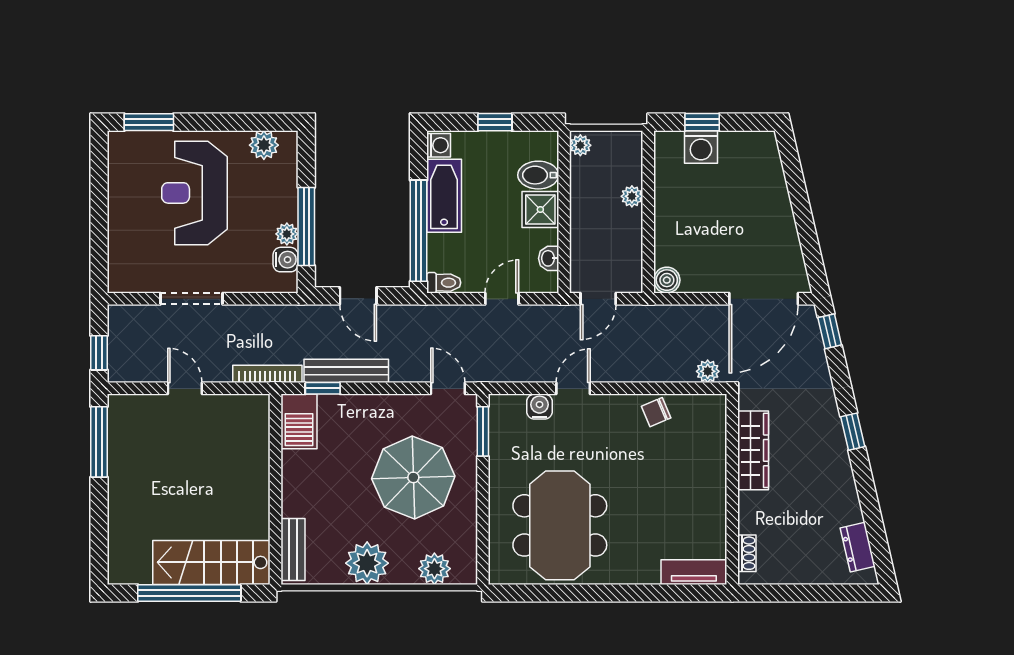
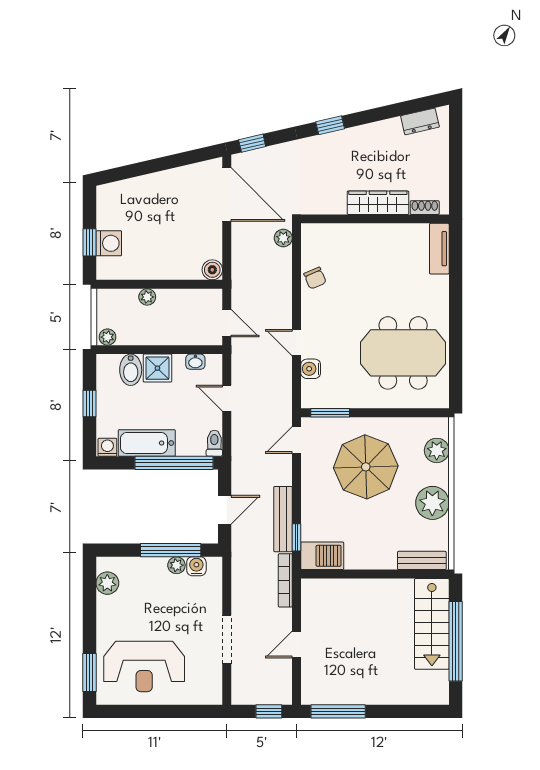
reception desk: (194, 193) -> (144, 666), moved
wardrobe: (753, 450) -> (378, 203), moved

